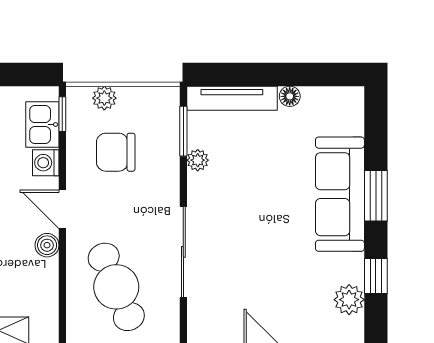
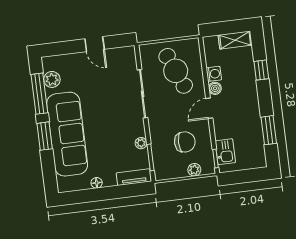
tv unit: (232, 98) -> (134, 177), width x0.71
washing machine: (46, 163) -> (214, 74), moved
sofa: (340, 194) -> (67, 134), width x1.36, depth x1.27
door: (62, 209) -> (209, 108), swing flipped
window: (376, 276) -> (39, 94), width x2.17

